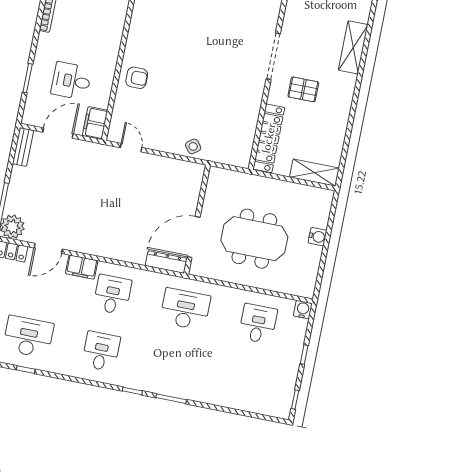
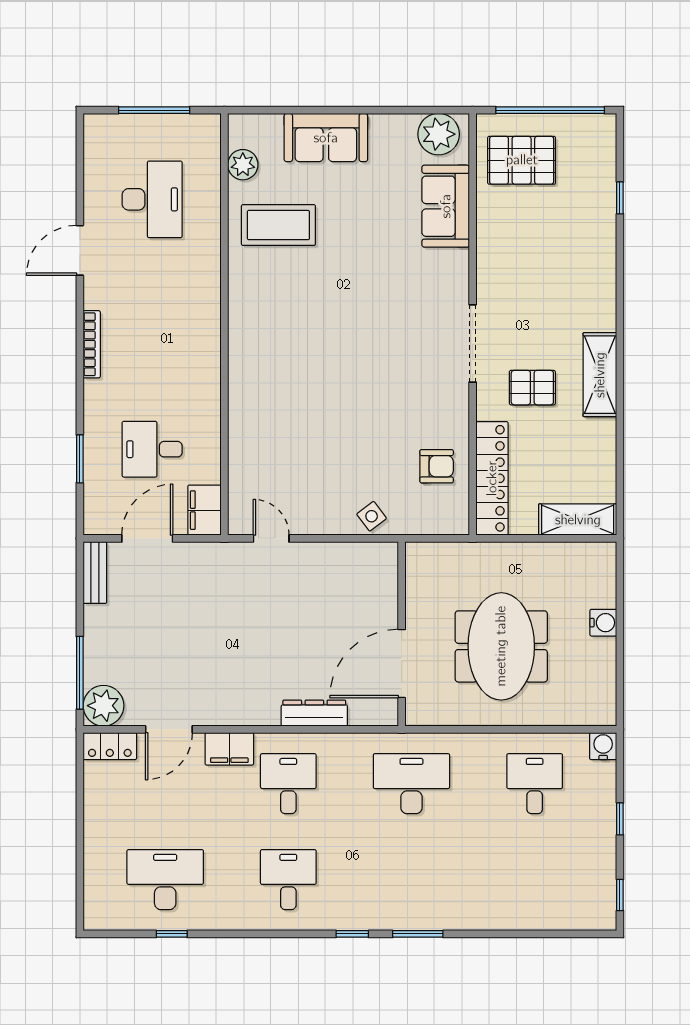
shelving: (353, 47) -> (600, 375), moved
armchair: (137, 78) -> (437, 466), moved
meeting table: (254, 239) -> (501, 646), turned 90
dresser: (166, 262) -> (314, 713), moved

